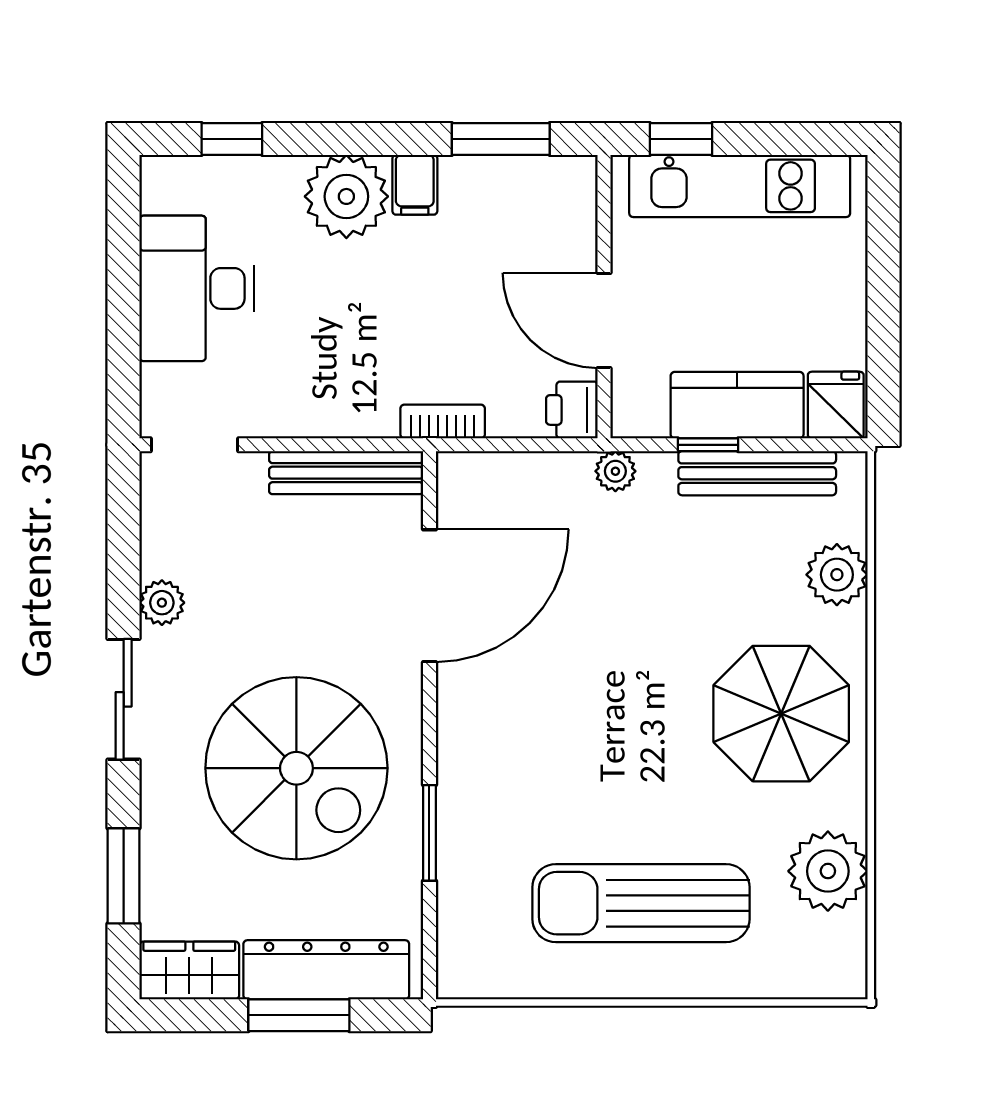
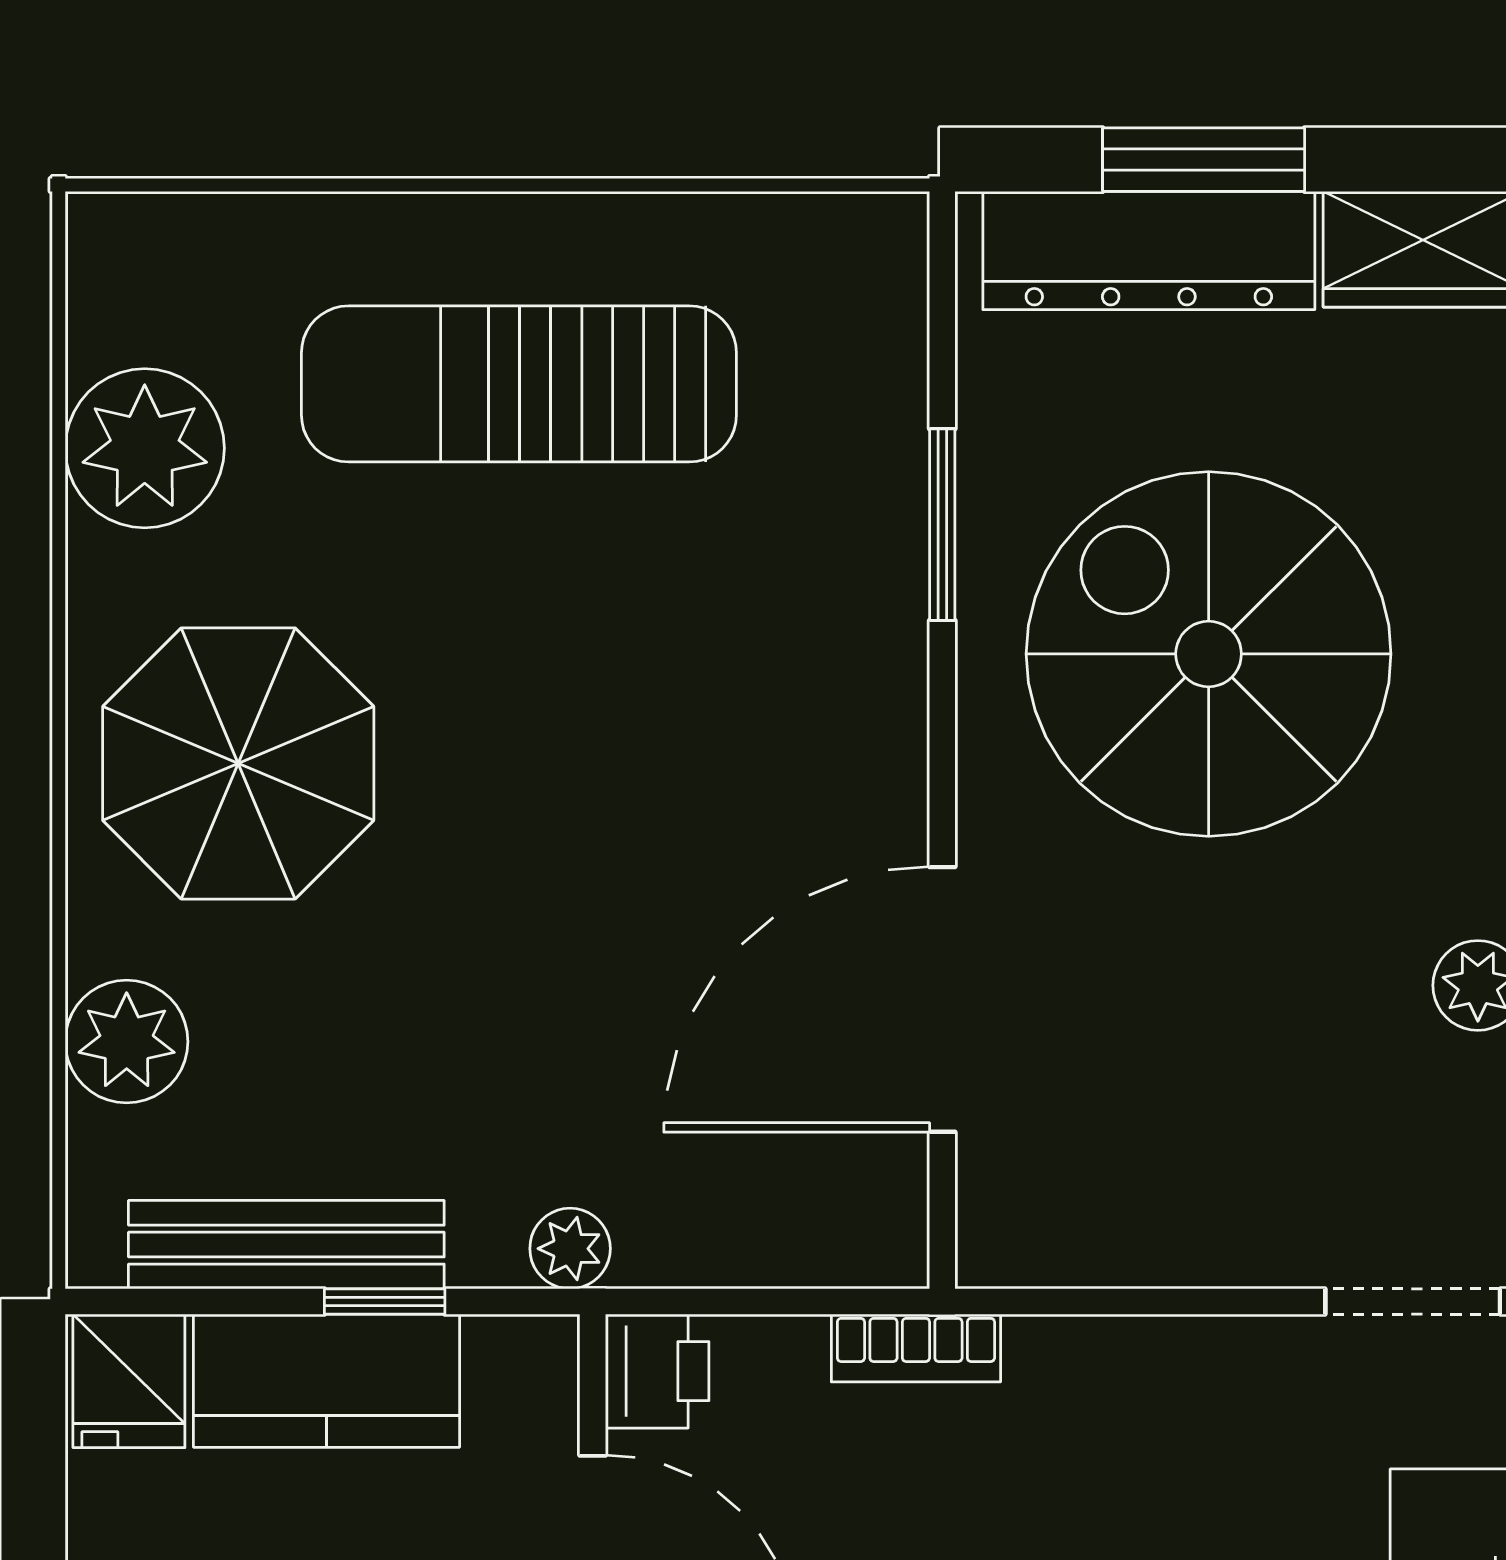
bench: (346, 473) -> (1109, 1246), removed
sun lounger: (641, 903) -> (519, 384), turned 180

